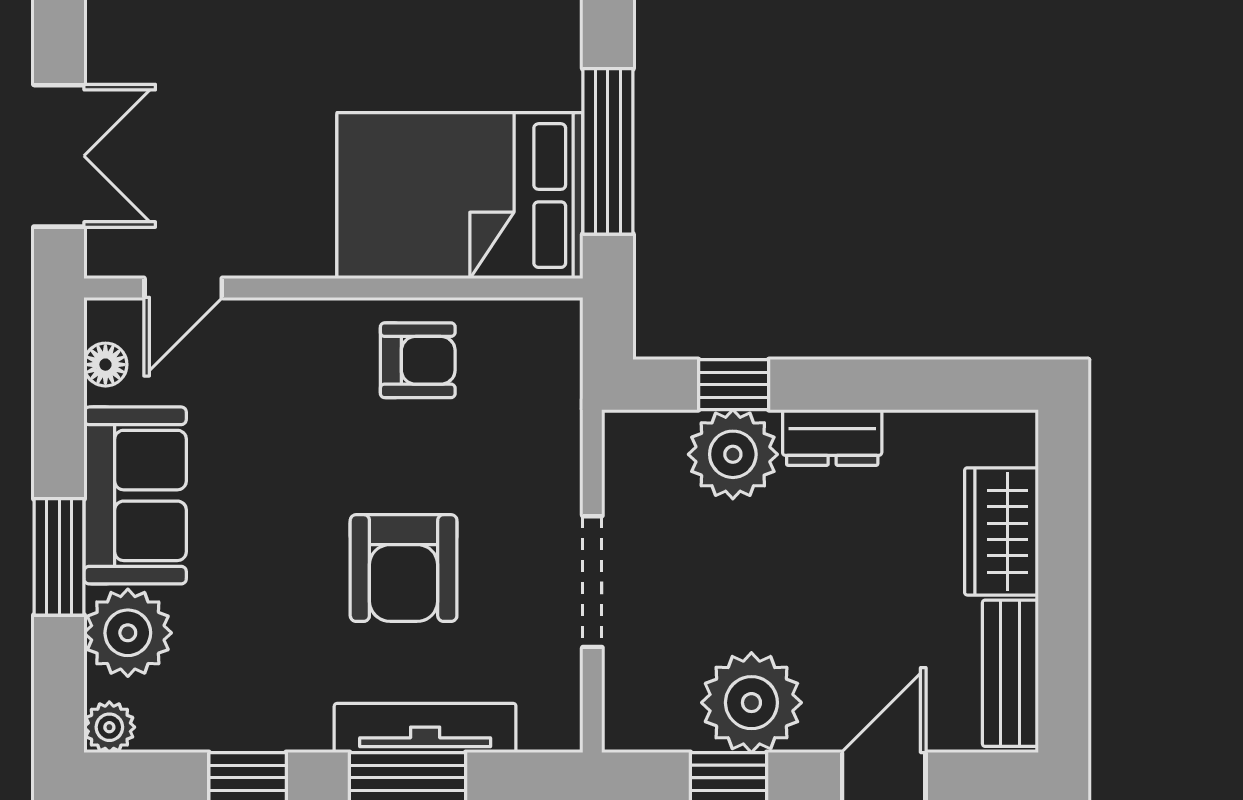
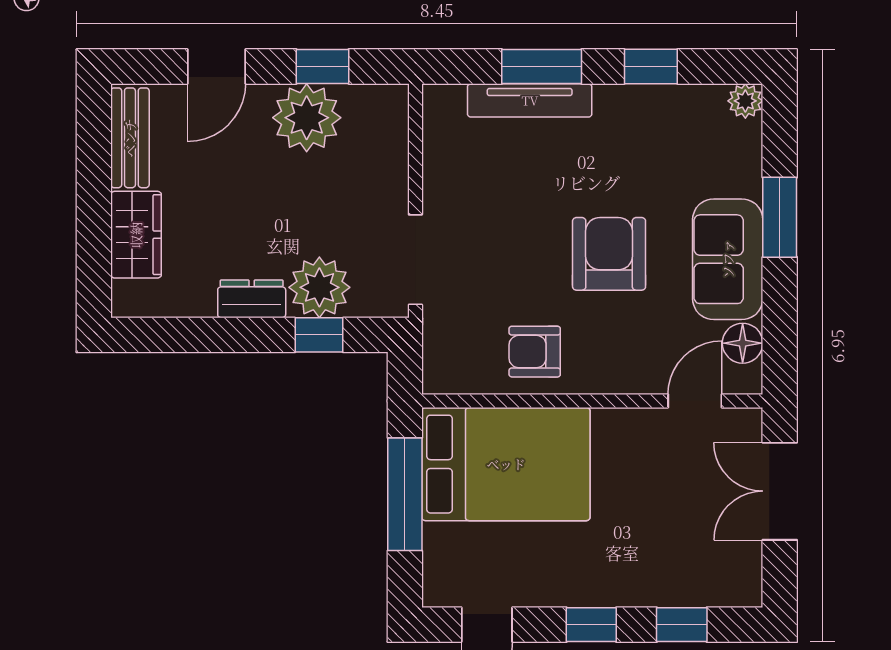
floor lamp: (105, 365) -> (743, 343), width x1.37, depth x1.37
armchair: (404, 568) -> (609, 254), moved
doorway: (592, 582) -> (415, 260), moved
plant: (128, 633) -> (733, 165), removed

